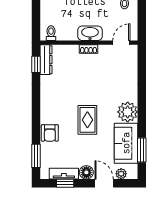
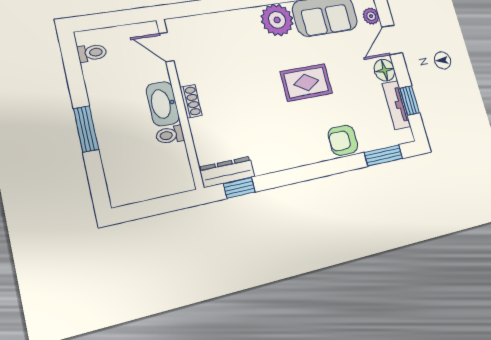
toilet: (51, 33) -> (170, 135), moved
armchair: (50, 133) -> (343, 140), turned 180

